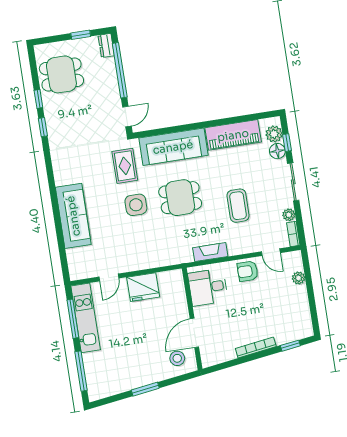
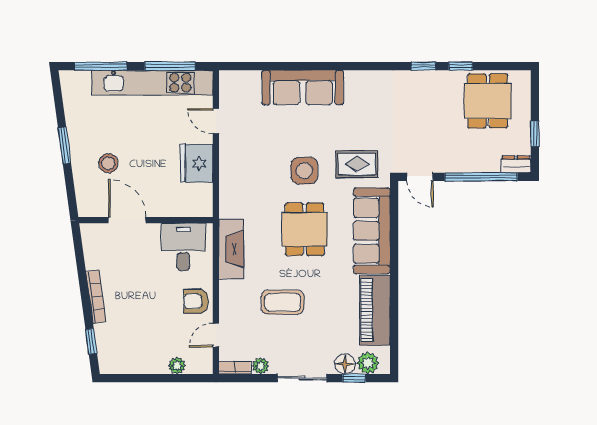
fireplace: (210, 252) -> (231, 249), width x1.37, depth x1.32
armchair: (248, 271) -> (196, 301), turned -90
kitchen unit: (86, 318) -> (152, 83), width x1.36
stool: (177, 358) -> (108, 163), moved

